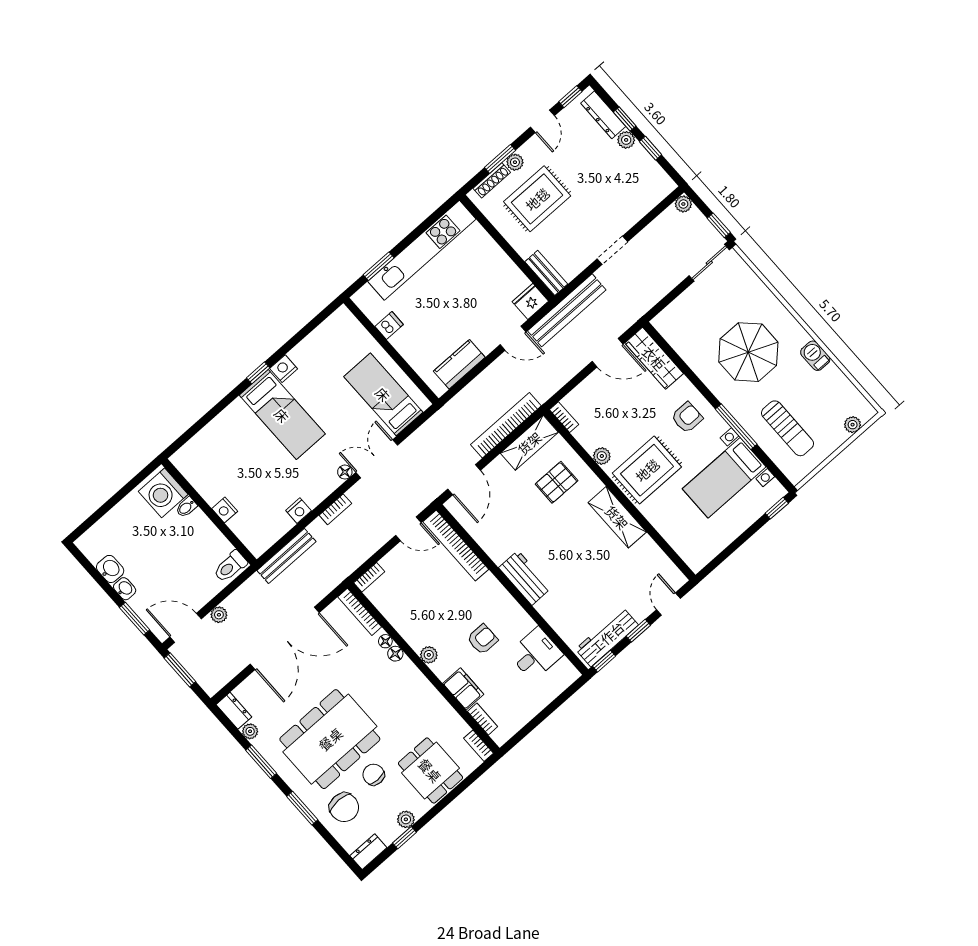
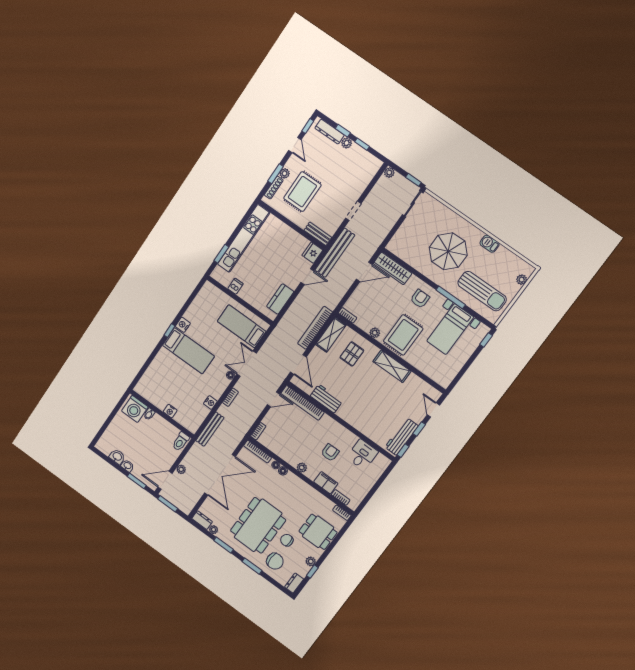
sun lounger: (788, 428) -> (482, 291), width x1.36, depth x1.34
workbench: (525, 578) -> (326, 399), moved

